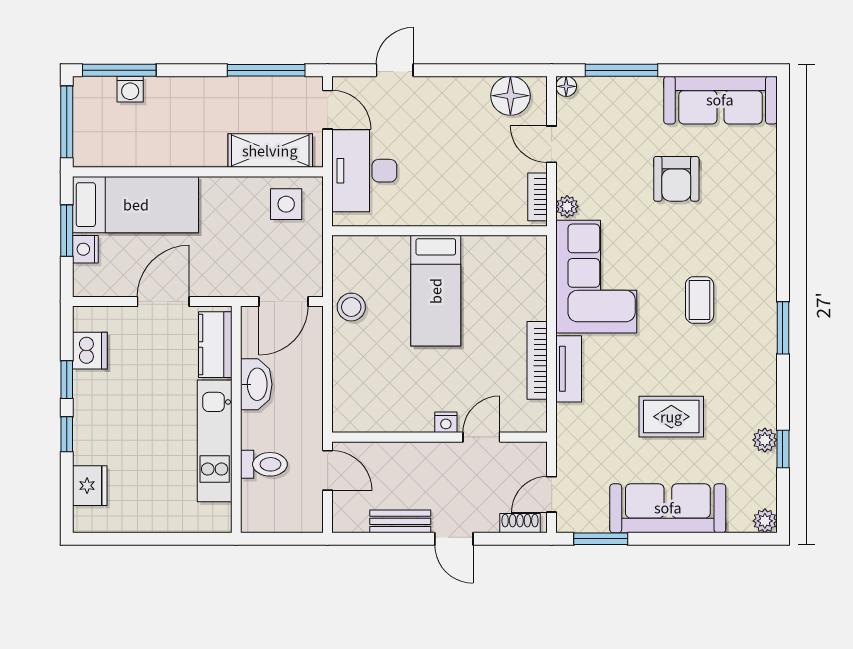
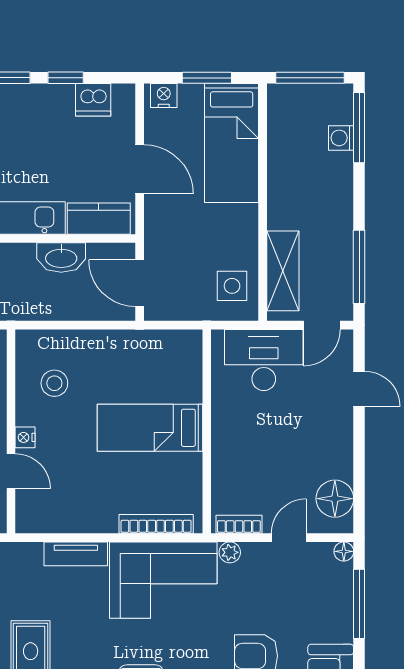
nightstand: (85, 249) -> (164, 95), moved
stool: (351, 307) -> (54, 383), moved
bookcase: (537, 360) -> (156, 524), moved

